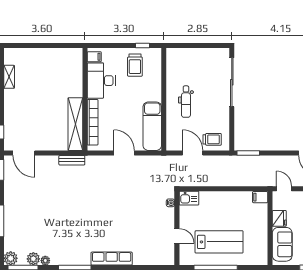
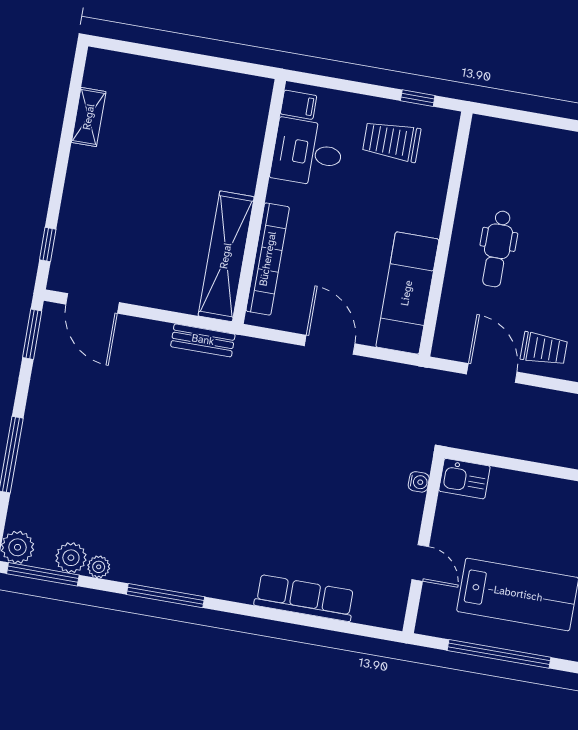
trolley: (135, 65) -> (392, 141), turned 90
desk: (101, 81) -> (307, 153), width x0.73
row of seats: (112, 259) -> (305, 598), moved

